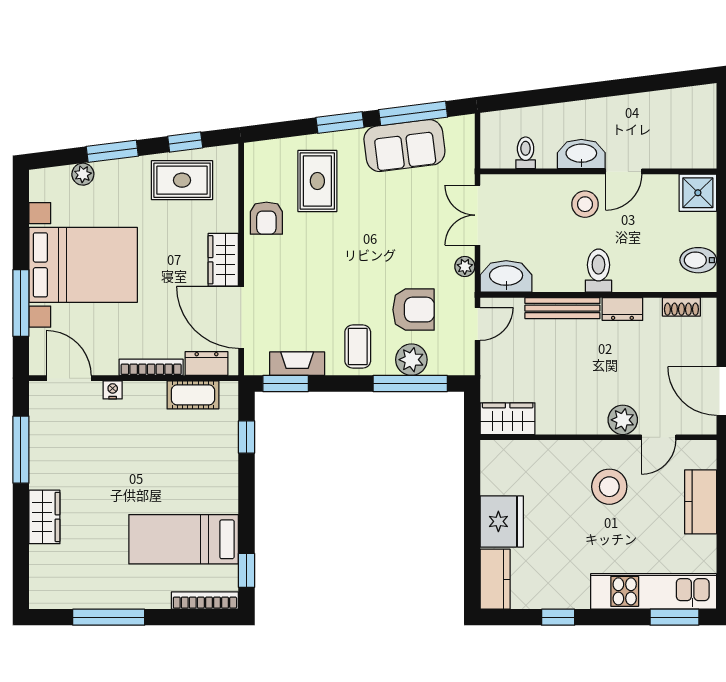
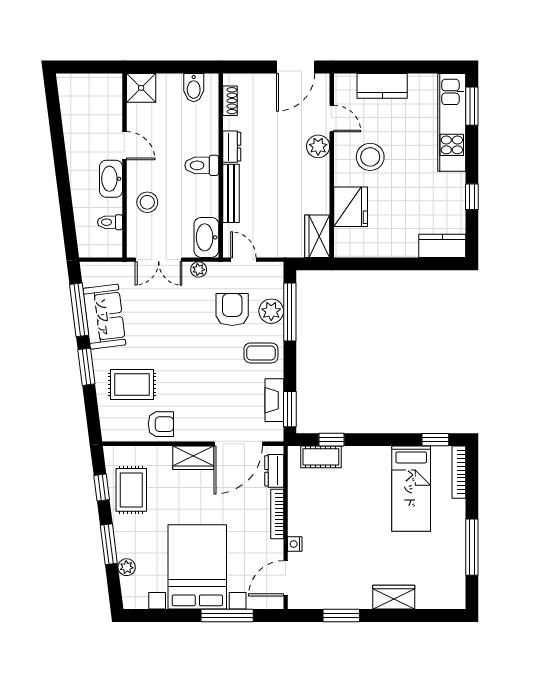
stool: (585, 204) -> (147, 202), moved
cot: (193, 395) -> (321, 457), moved, turned 90
window: (21, 450) -> (341, 615), width x0.69
fridge: (502, 521) -> (351, 207), moved, turned 90

